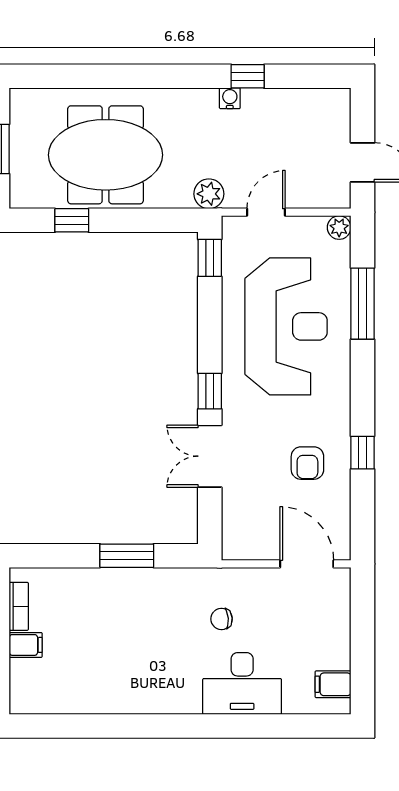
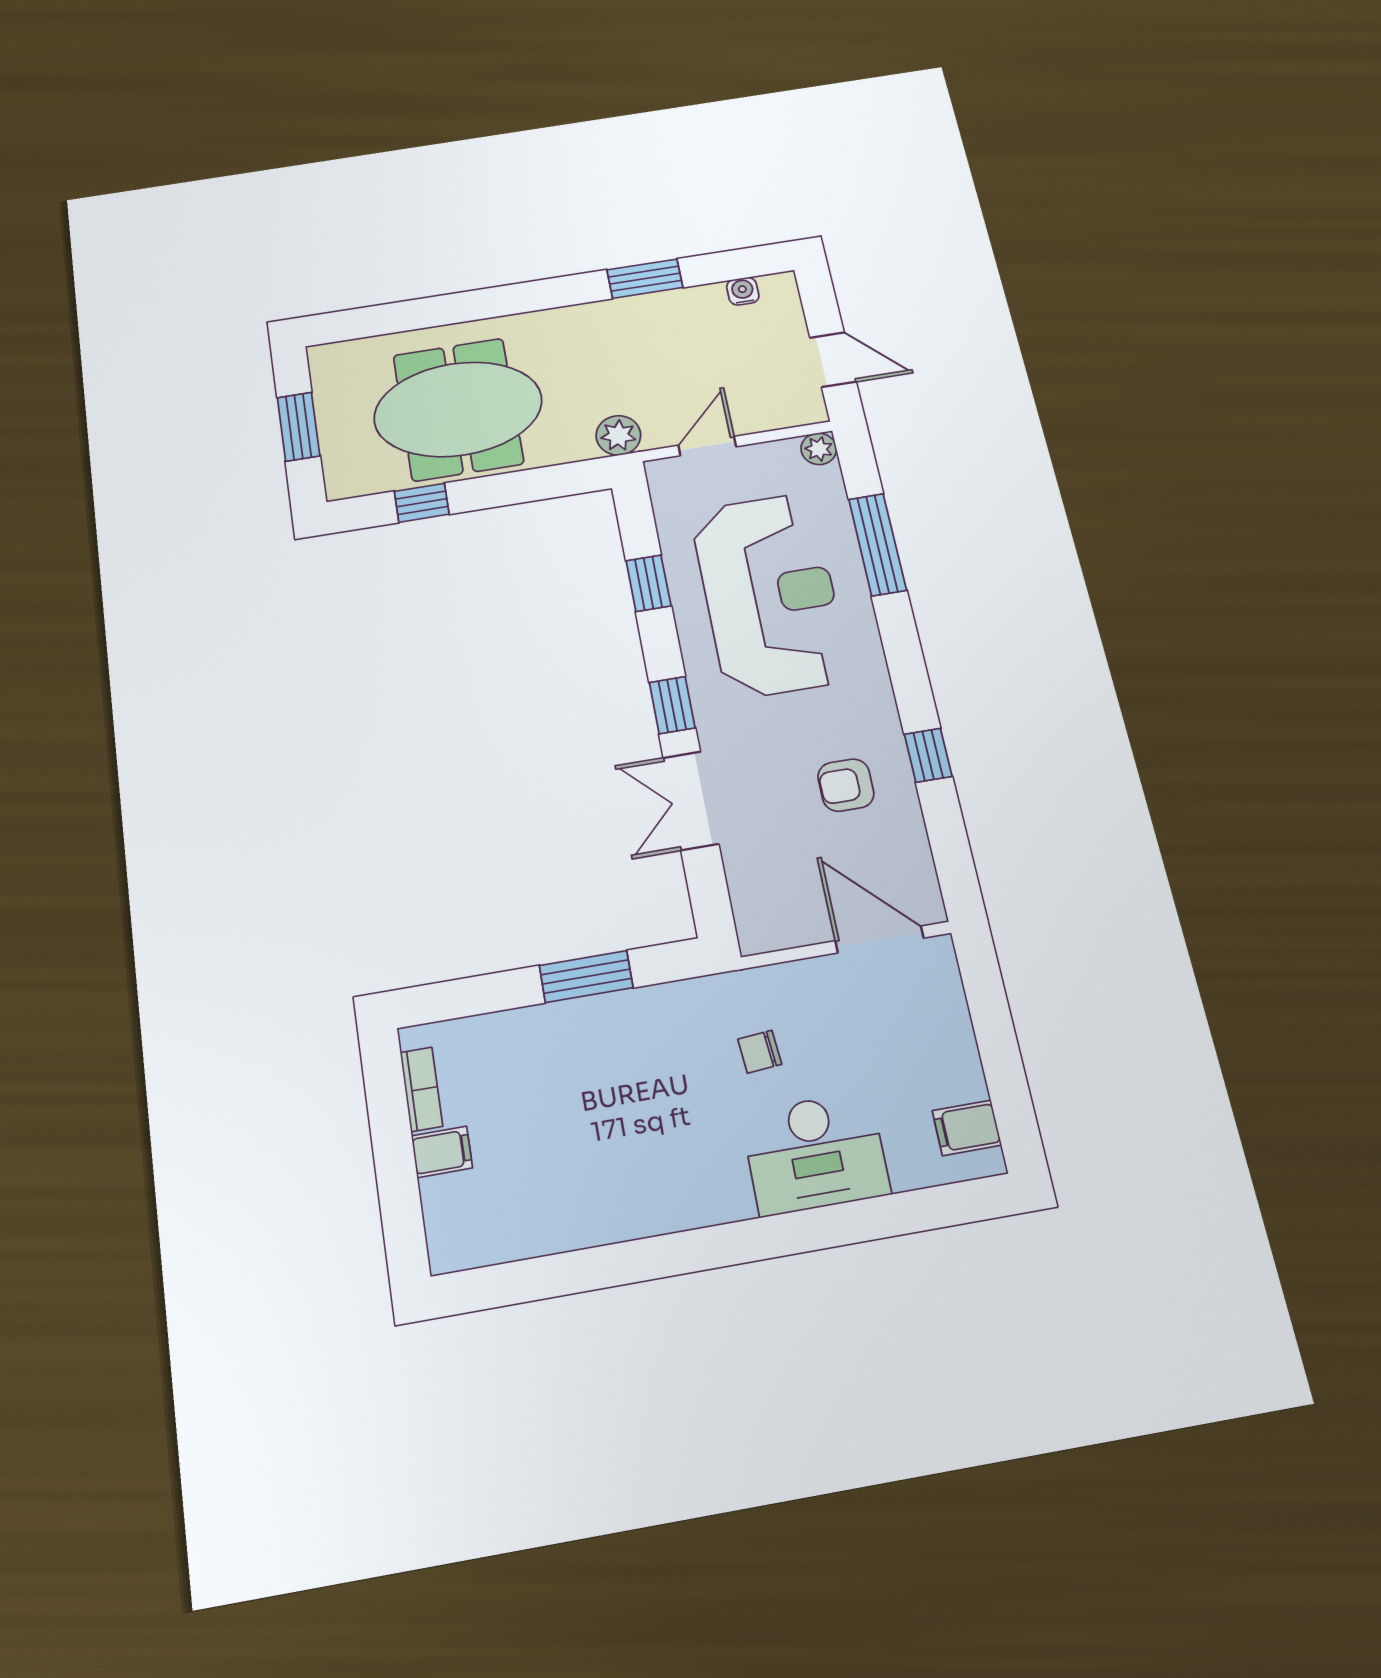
window: (248, 76) -> (645, 279), width x1.50
water cooler: (230, 98) -> (743, 291), moved
window: (210, 258) -> (648, 583), moved
armchair: (307, 463) -> (846, 785), turned 90

